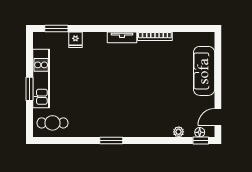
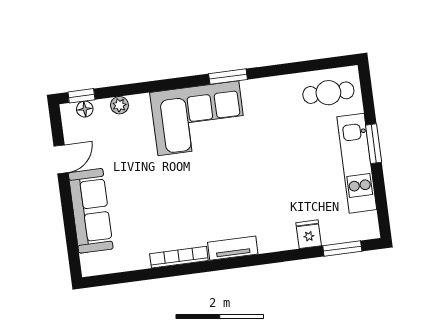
door: (218, 117) -> (61, 159), moved
corner sofa: (132, 118) -> (198, 118), added

